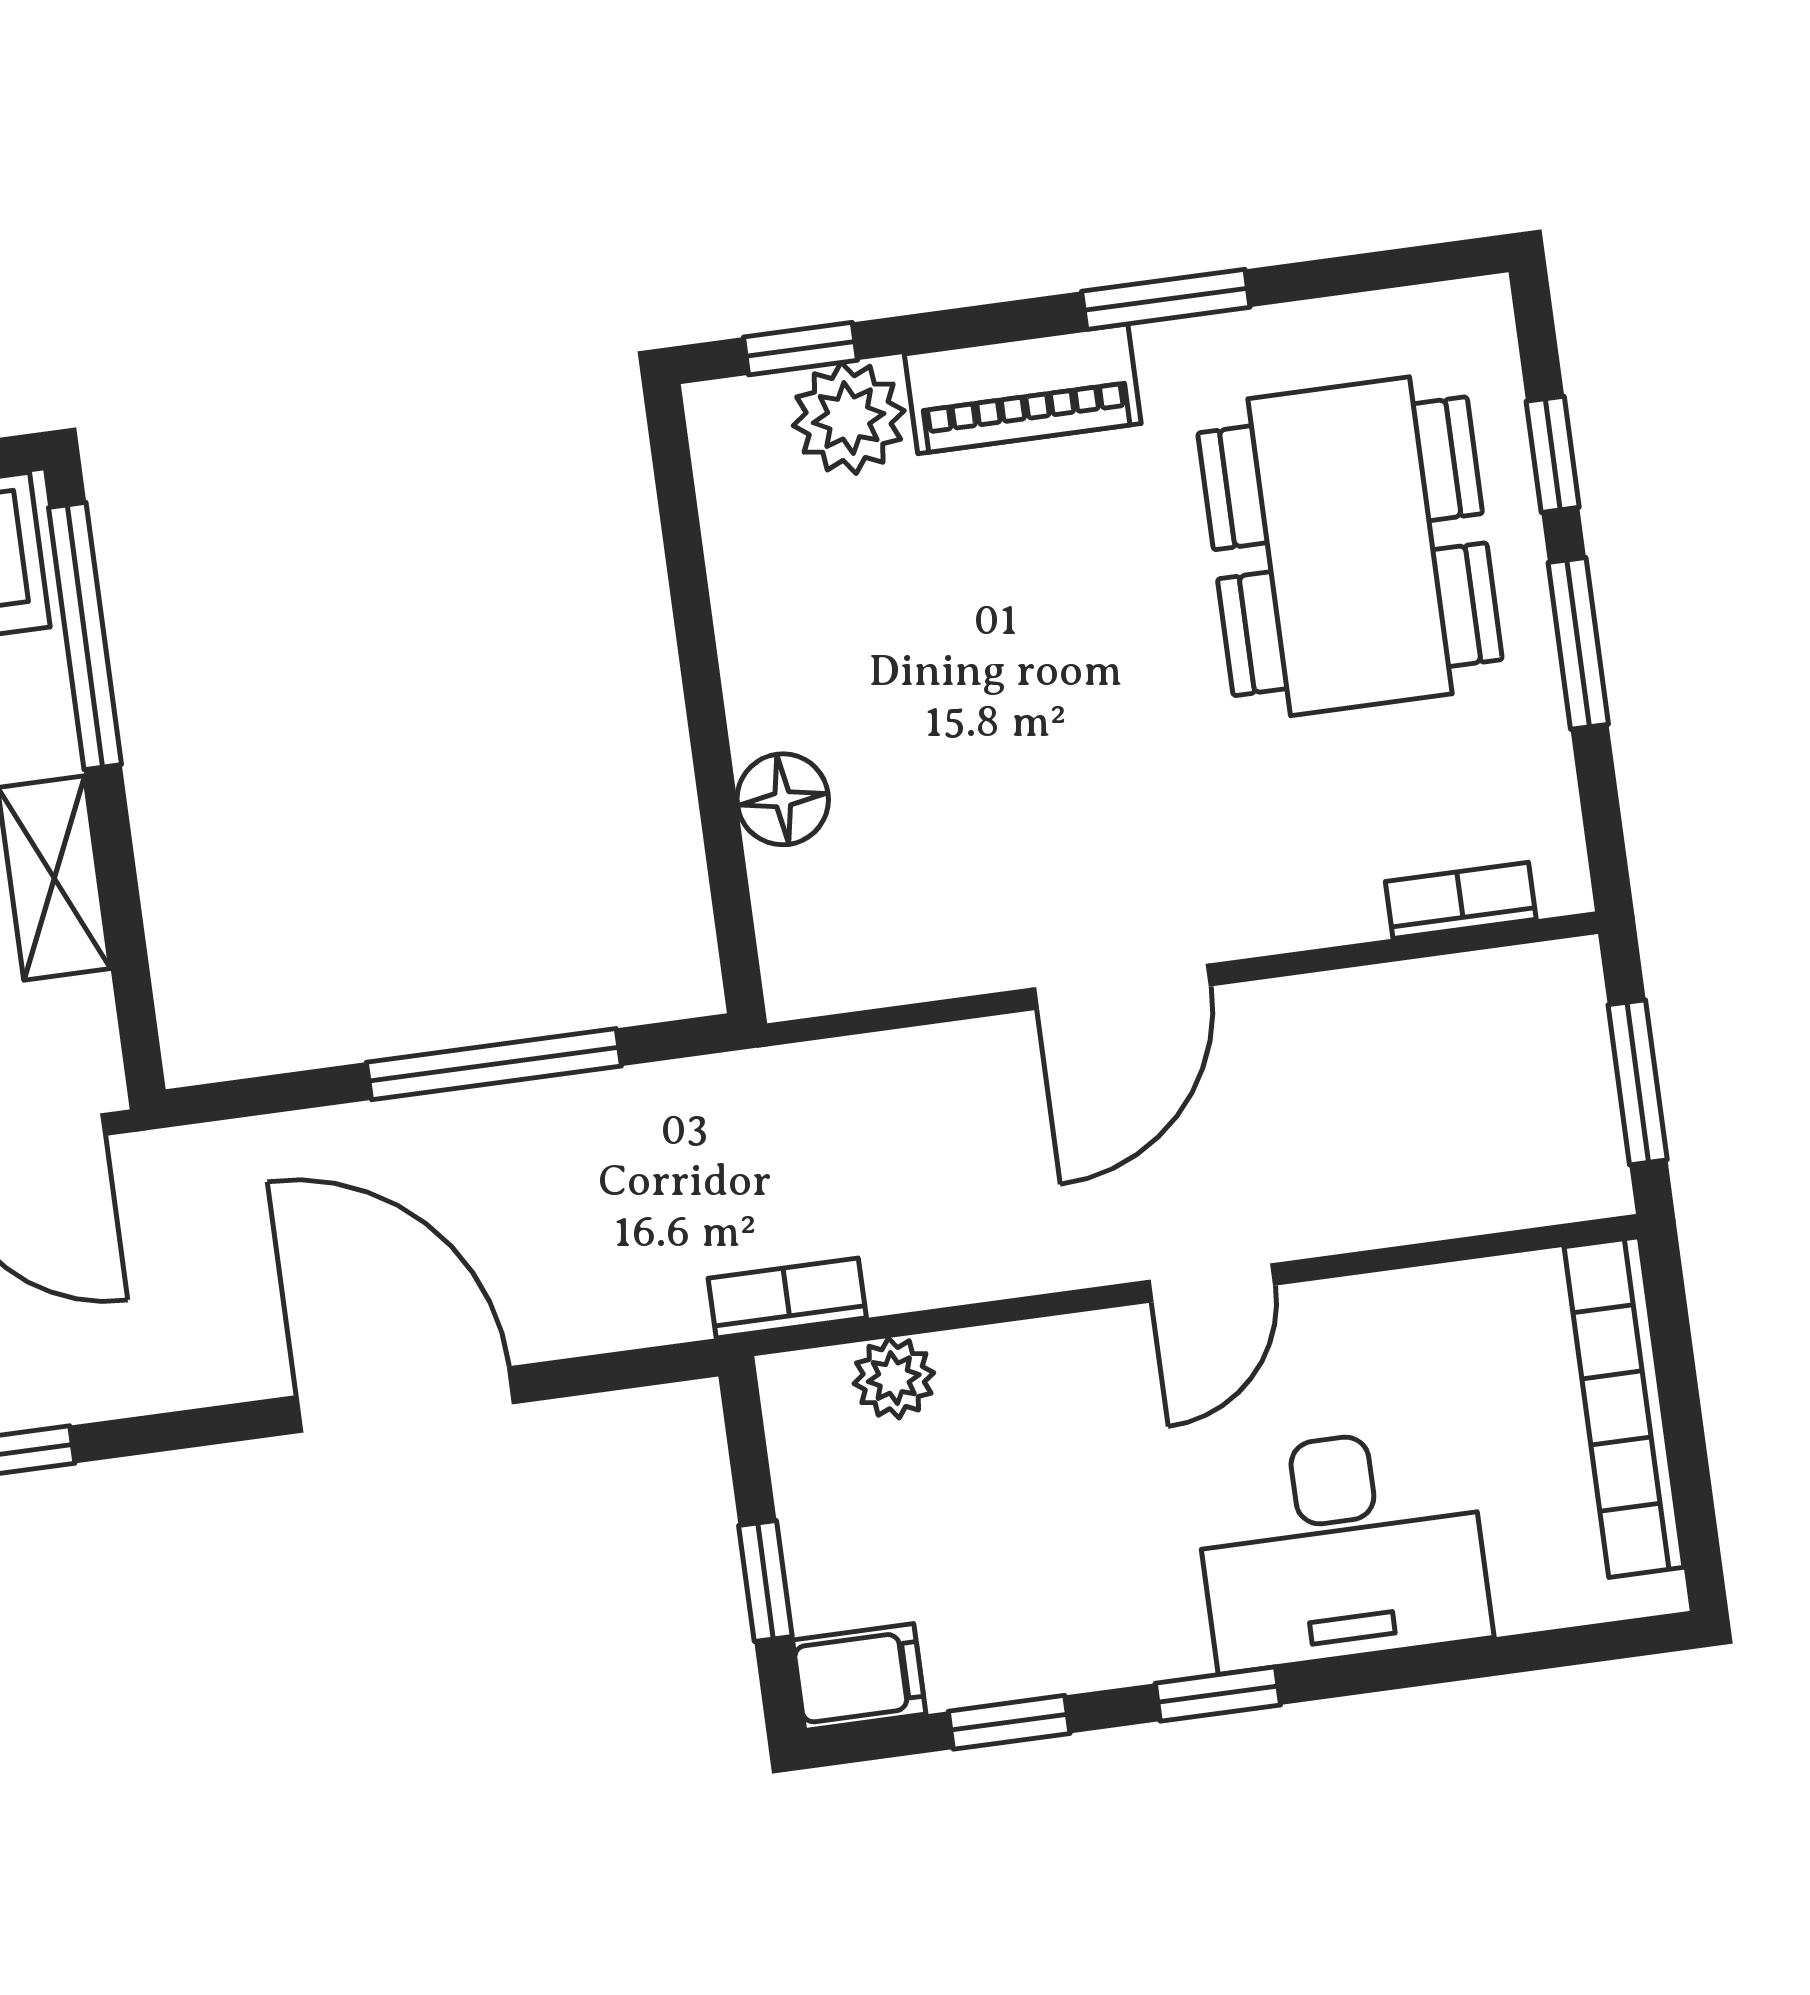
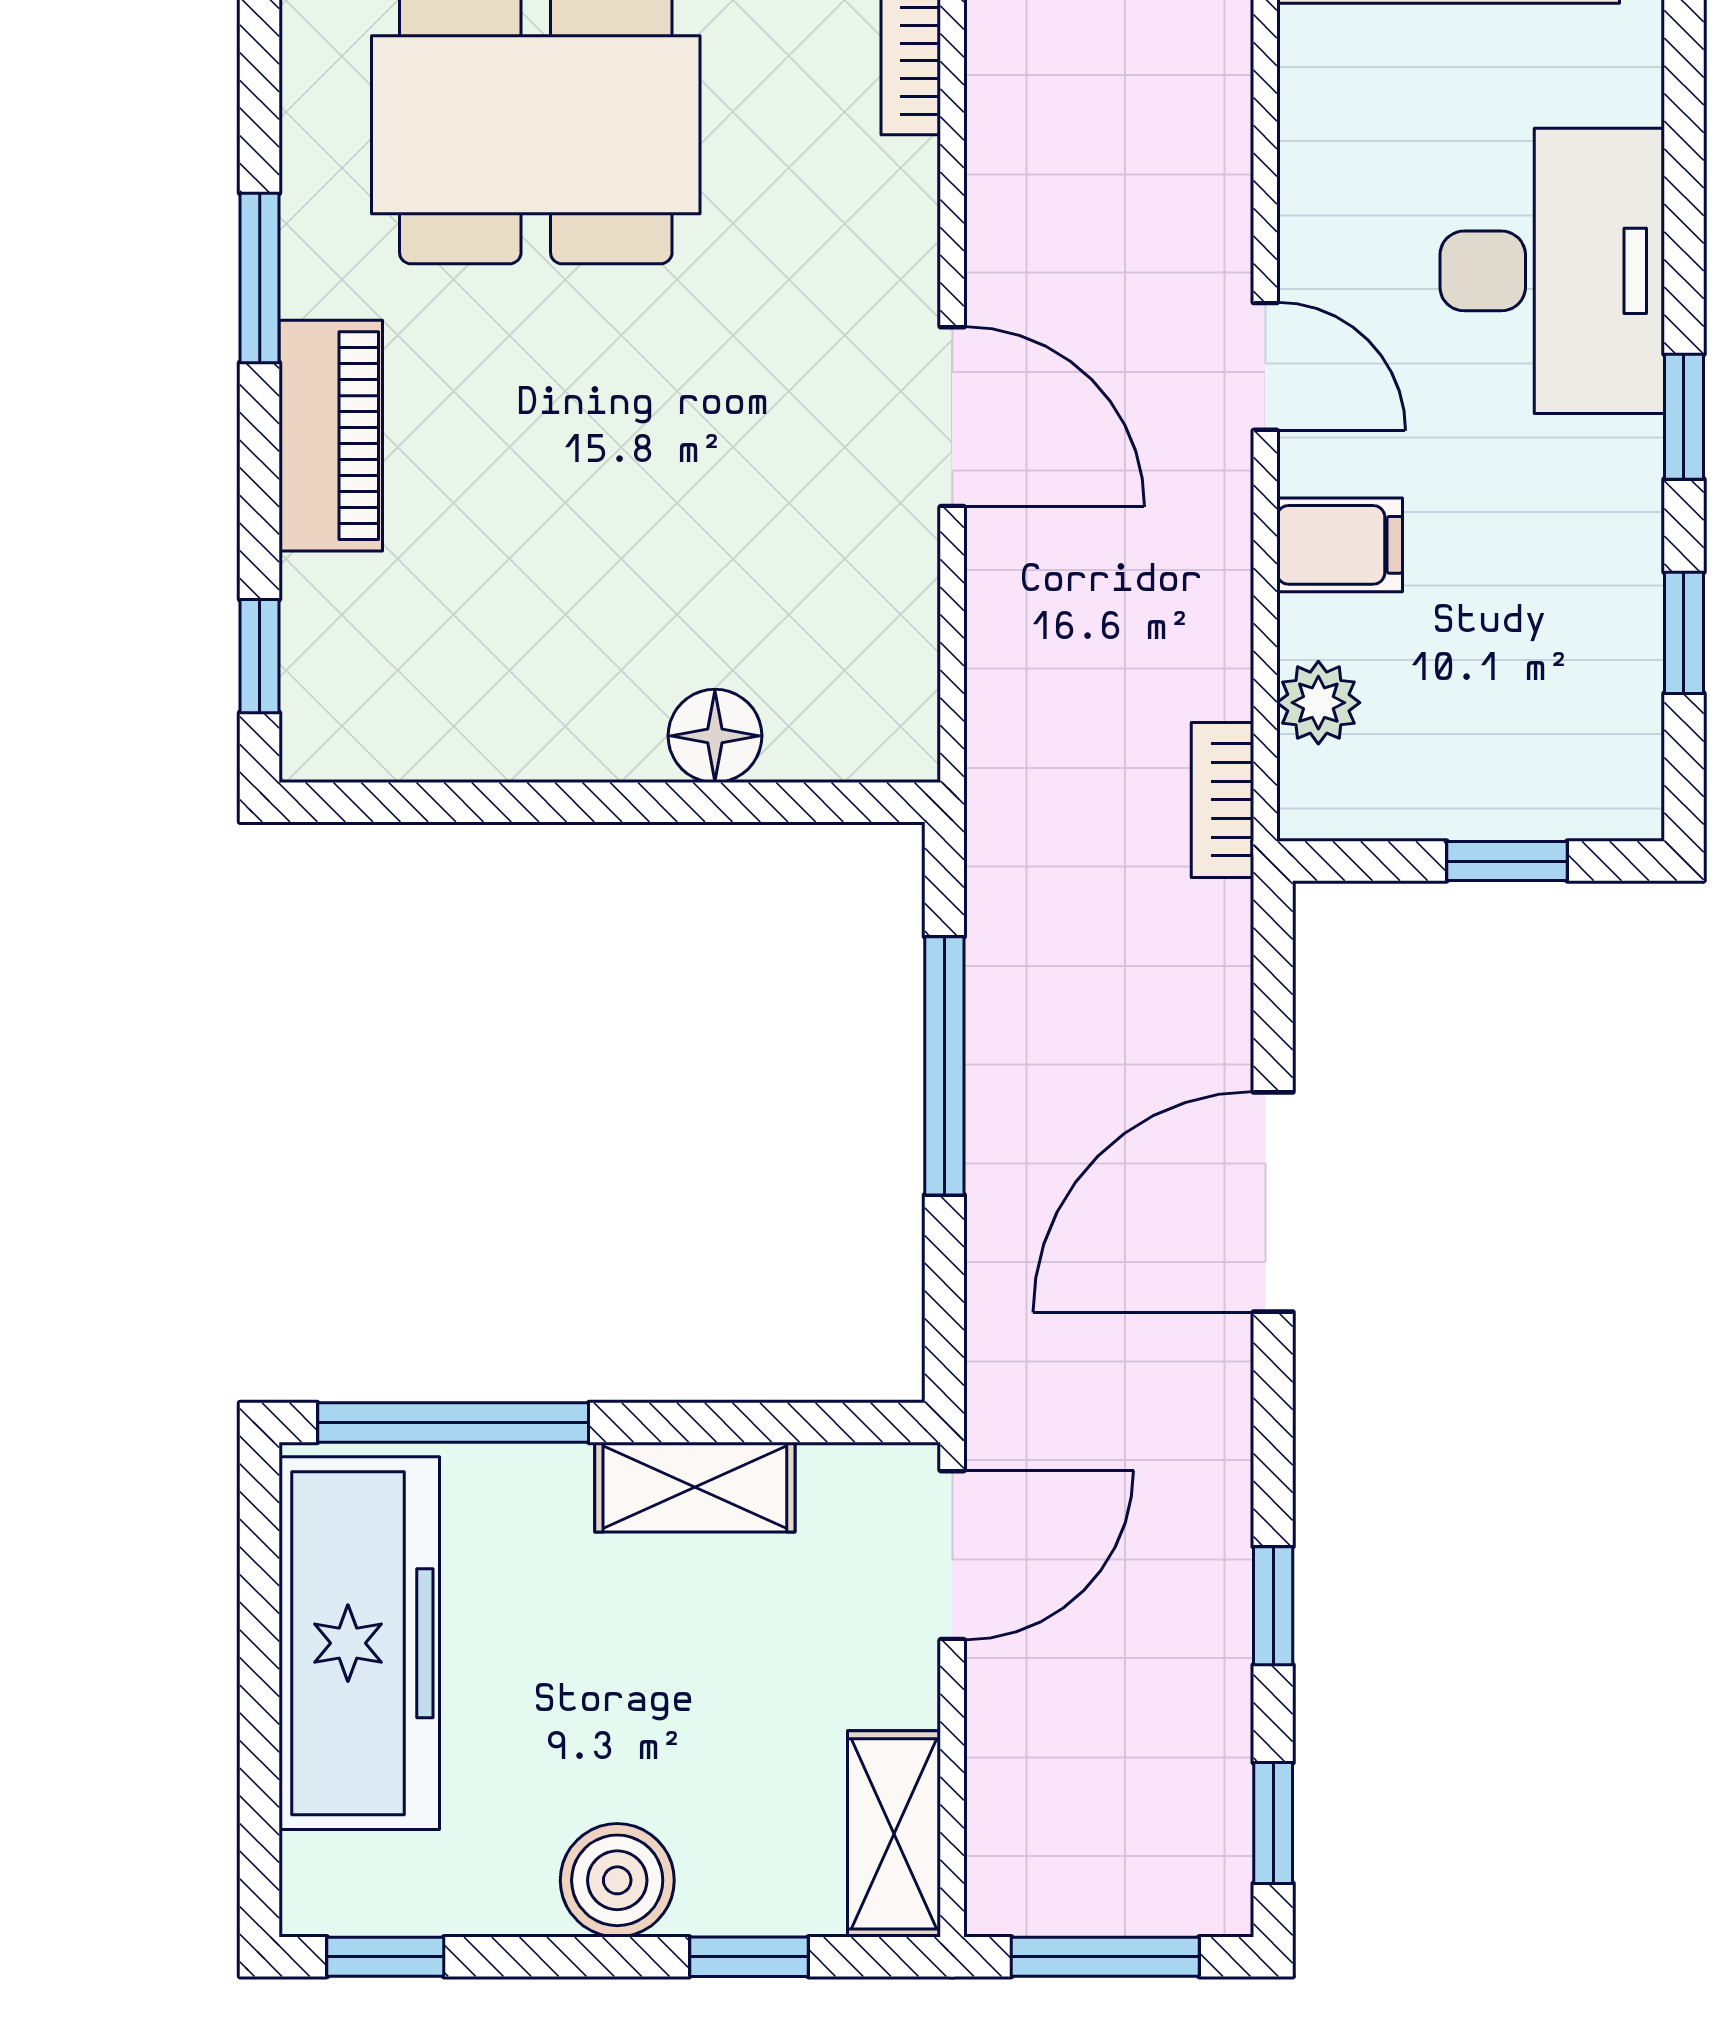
plant: (849, 418) -> (337, 617), removed
filing cabinet: (859, 1677) -> (1340, 545), moved, turned 90

